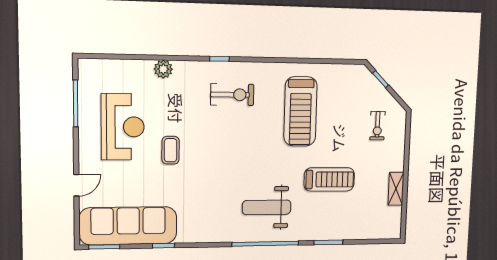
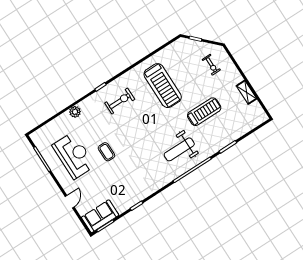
sofa: (128, 226) -> (100, 216), width x0.54, depth x0.79

